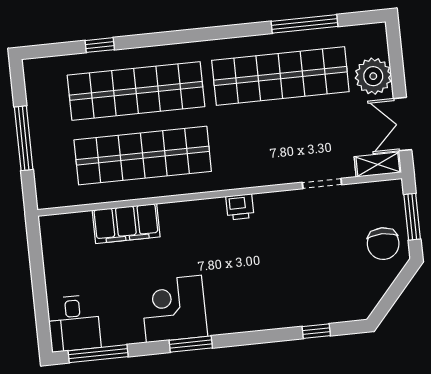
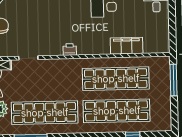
window: (24, 138) -> (174, 80), moved

